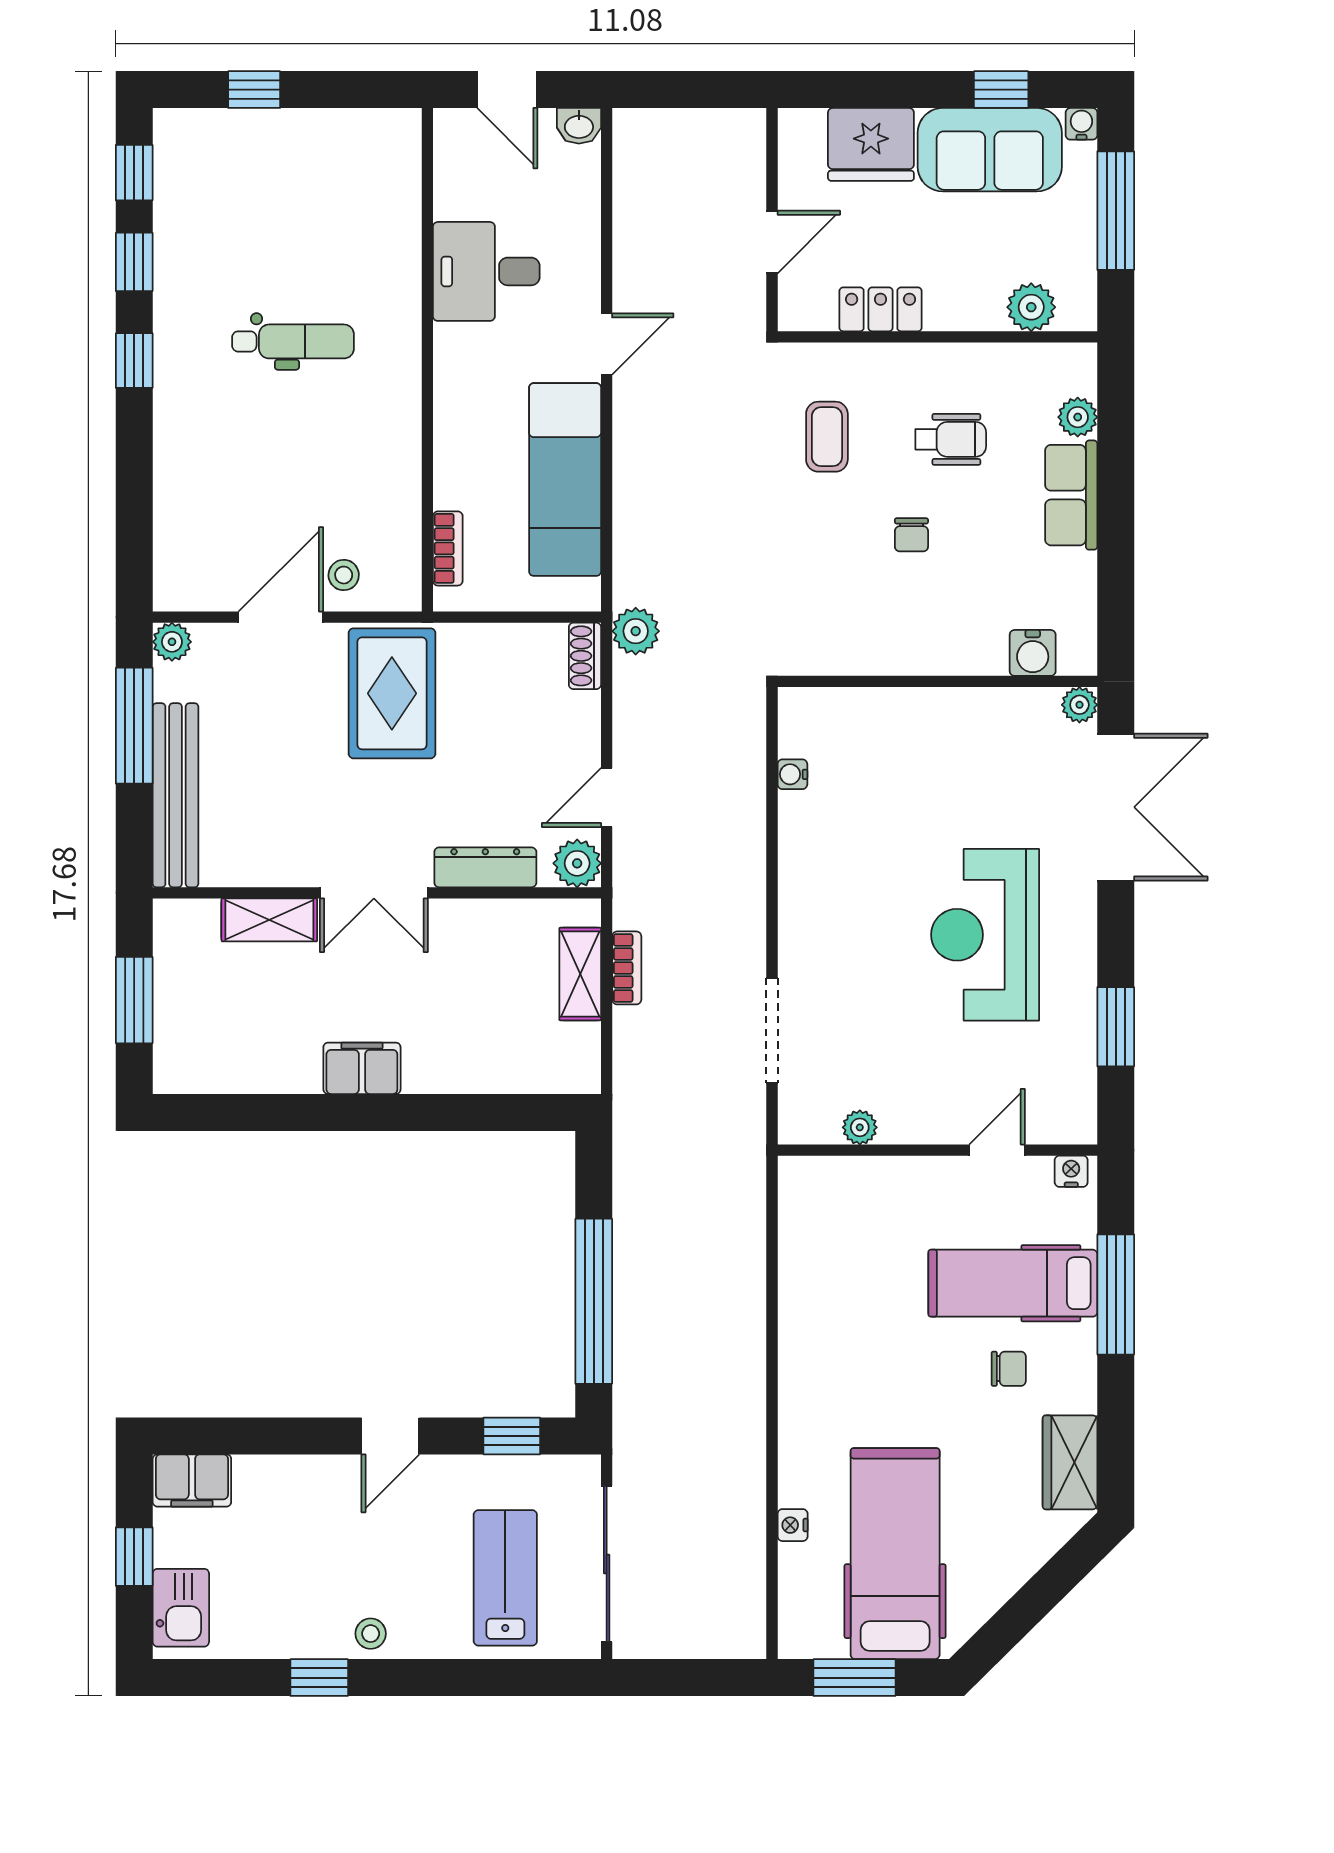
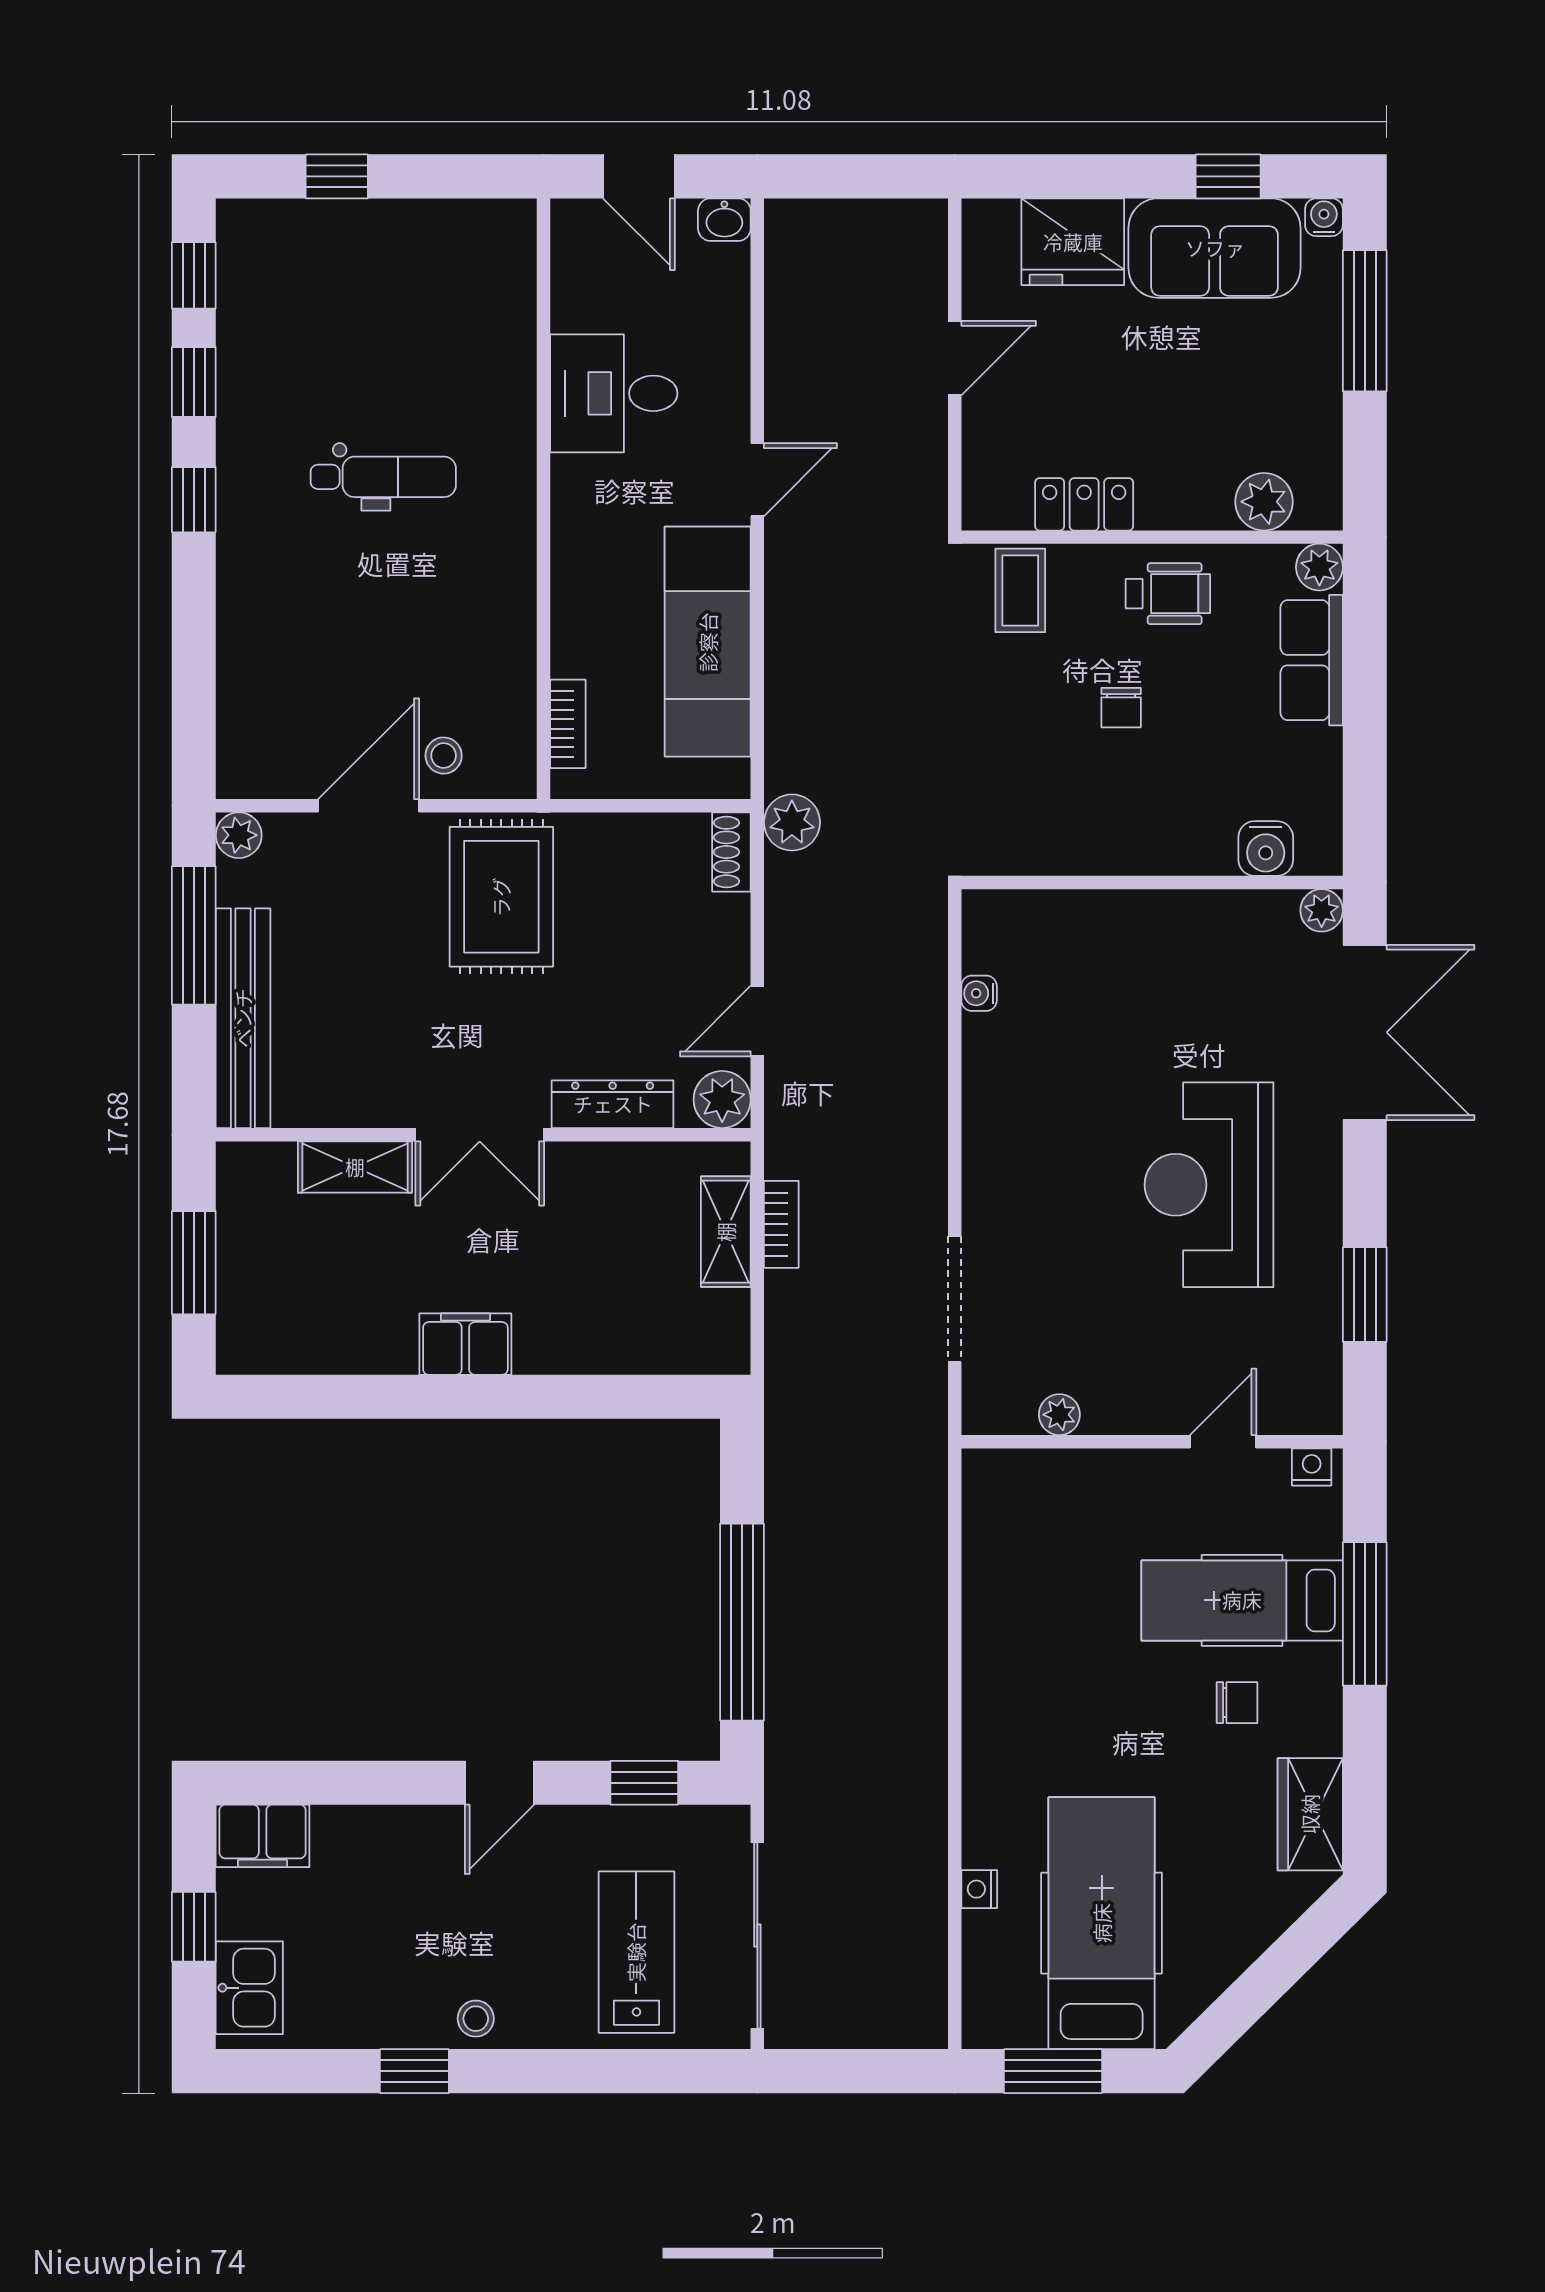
plant: (1031, 307) -> (1264, 502), moved
locker: (881, 309) -> (1084, 504), moved
wall: (937, 337) -> (1152, 537), moved

